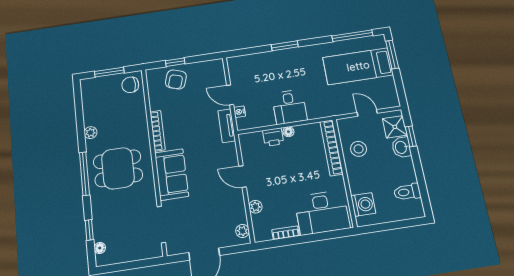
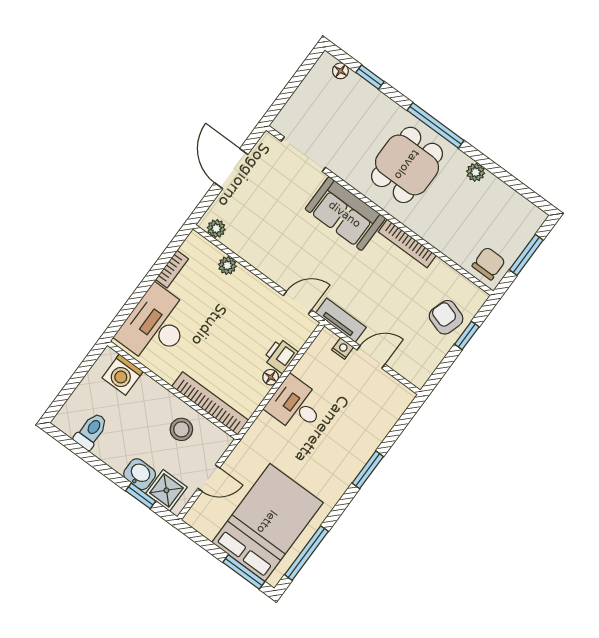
bed: (358, 66) -> (267, 522), width x1.50
door: (243, 177) -> (297, 303), moved

